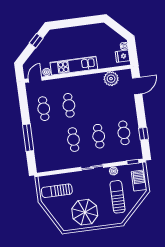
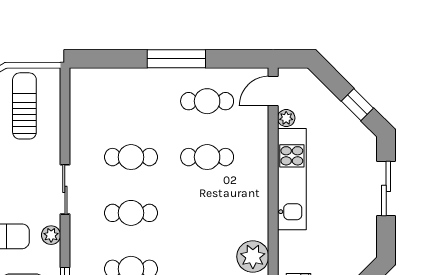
sliding door: (72, 23) -> (386, 188), added
door: (35, 79) -> (273, 91), swing flipped
window: (28, 138) -> (176, 59), moved

